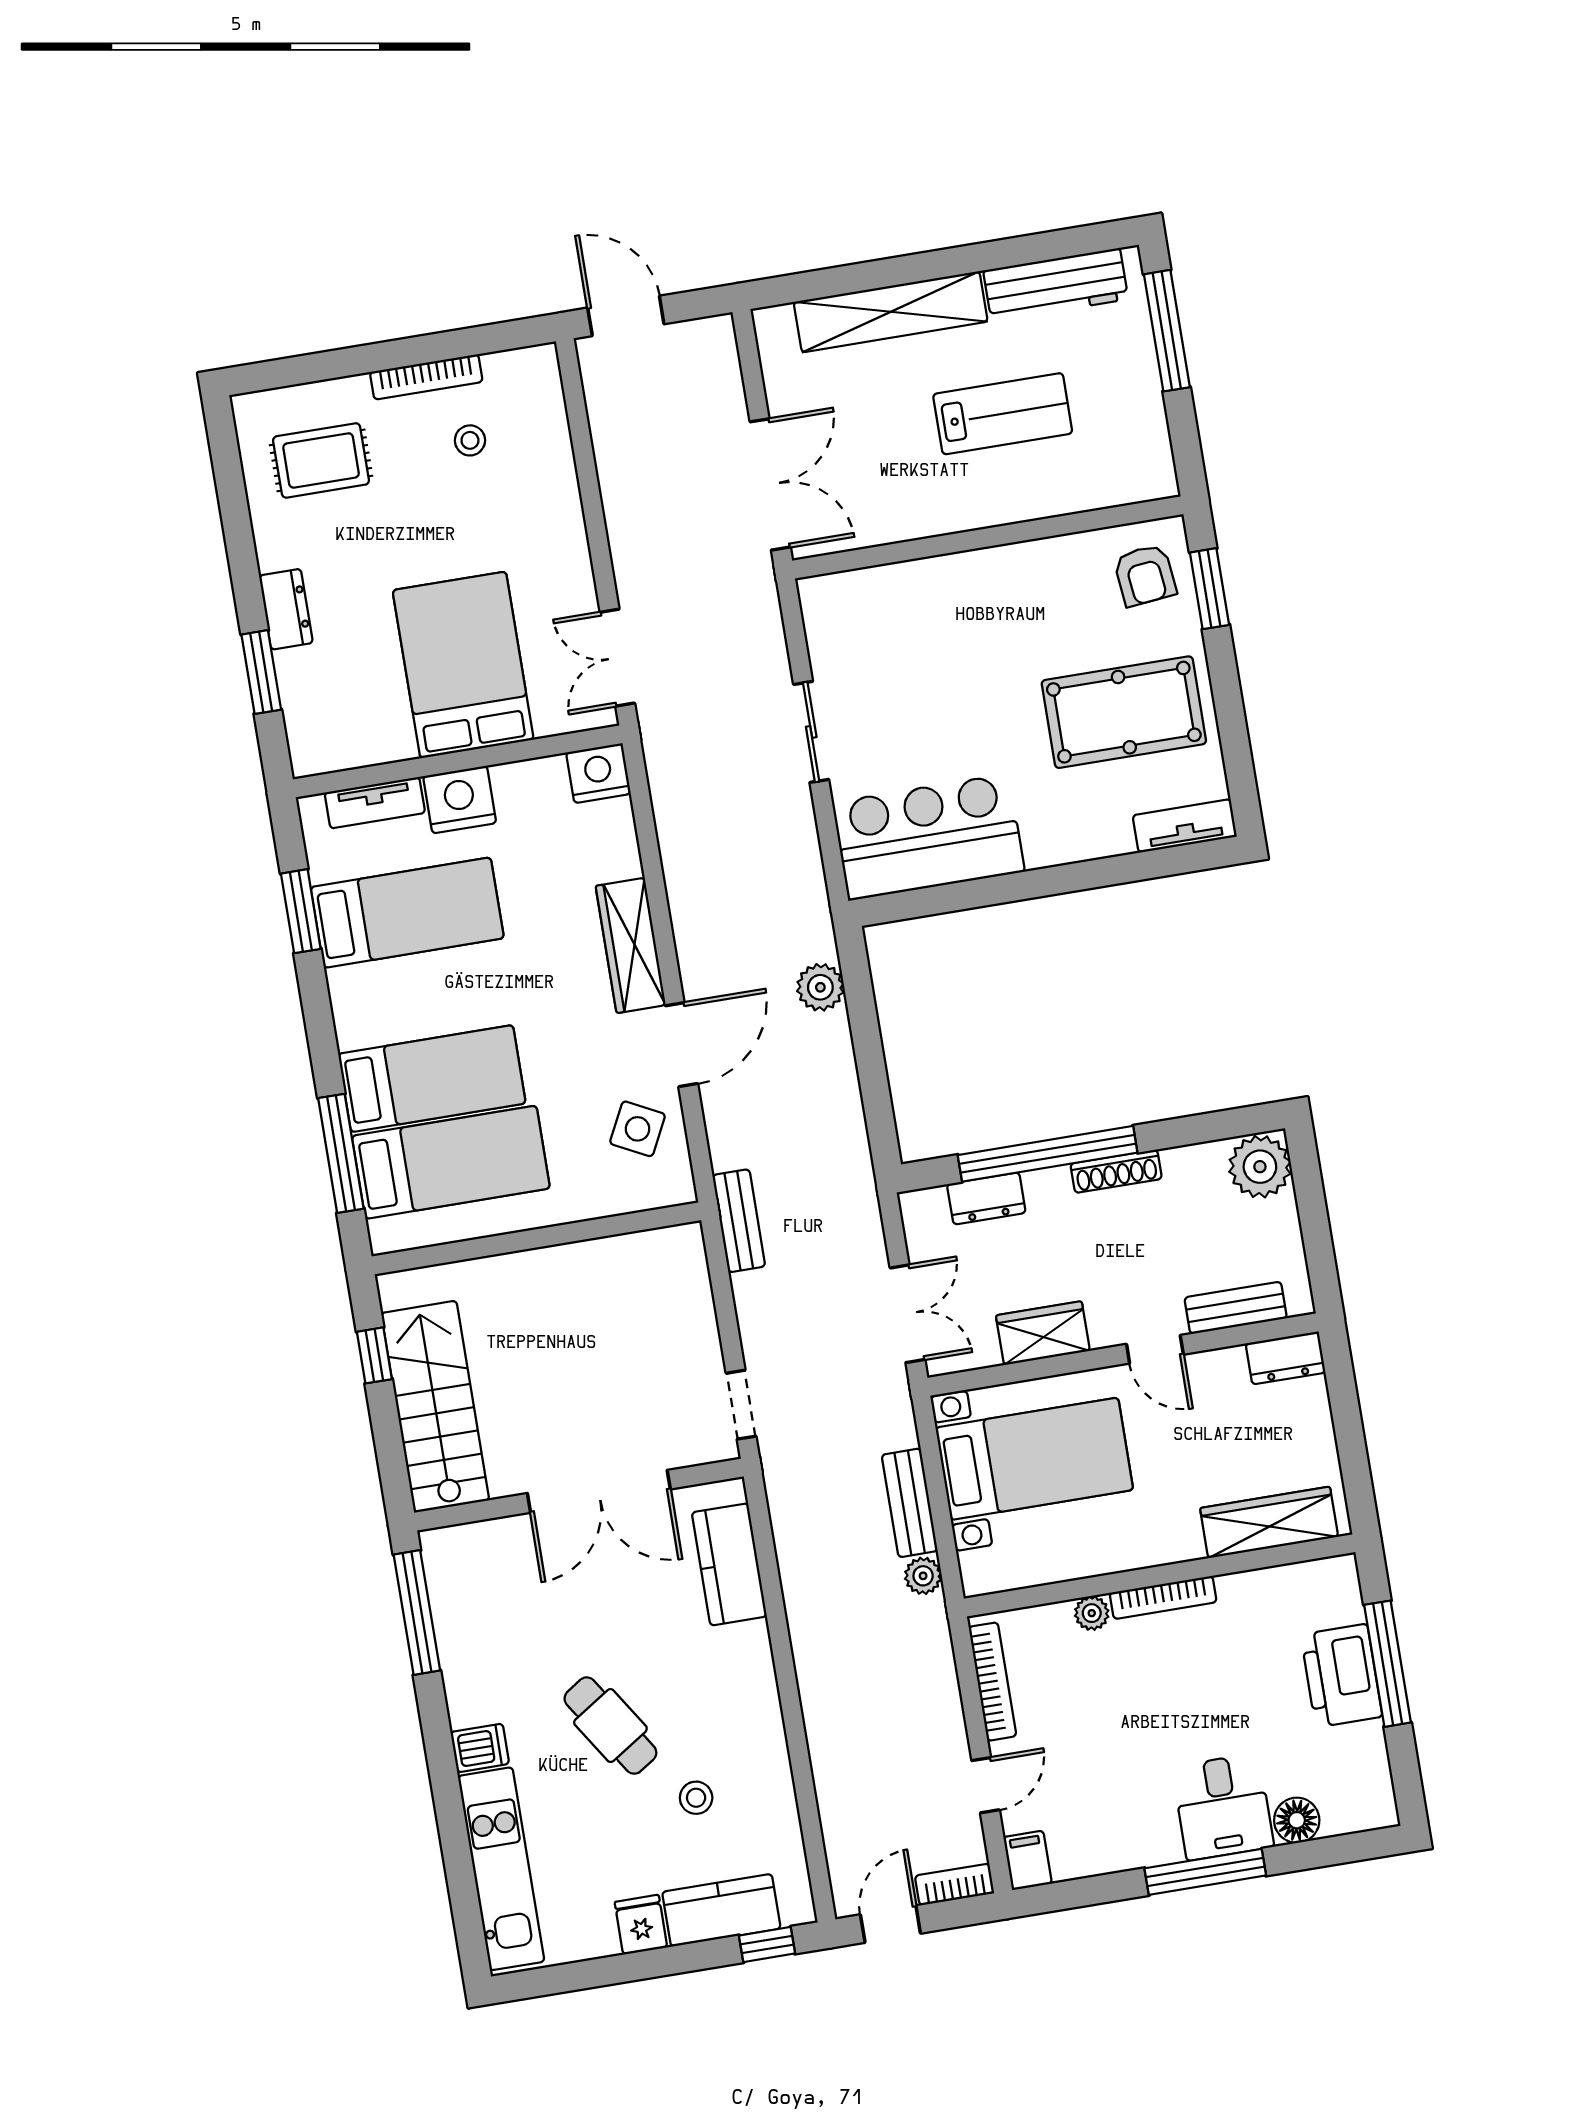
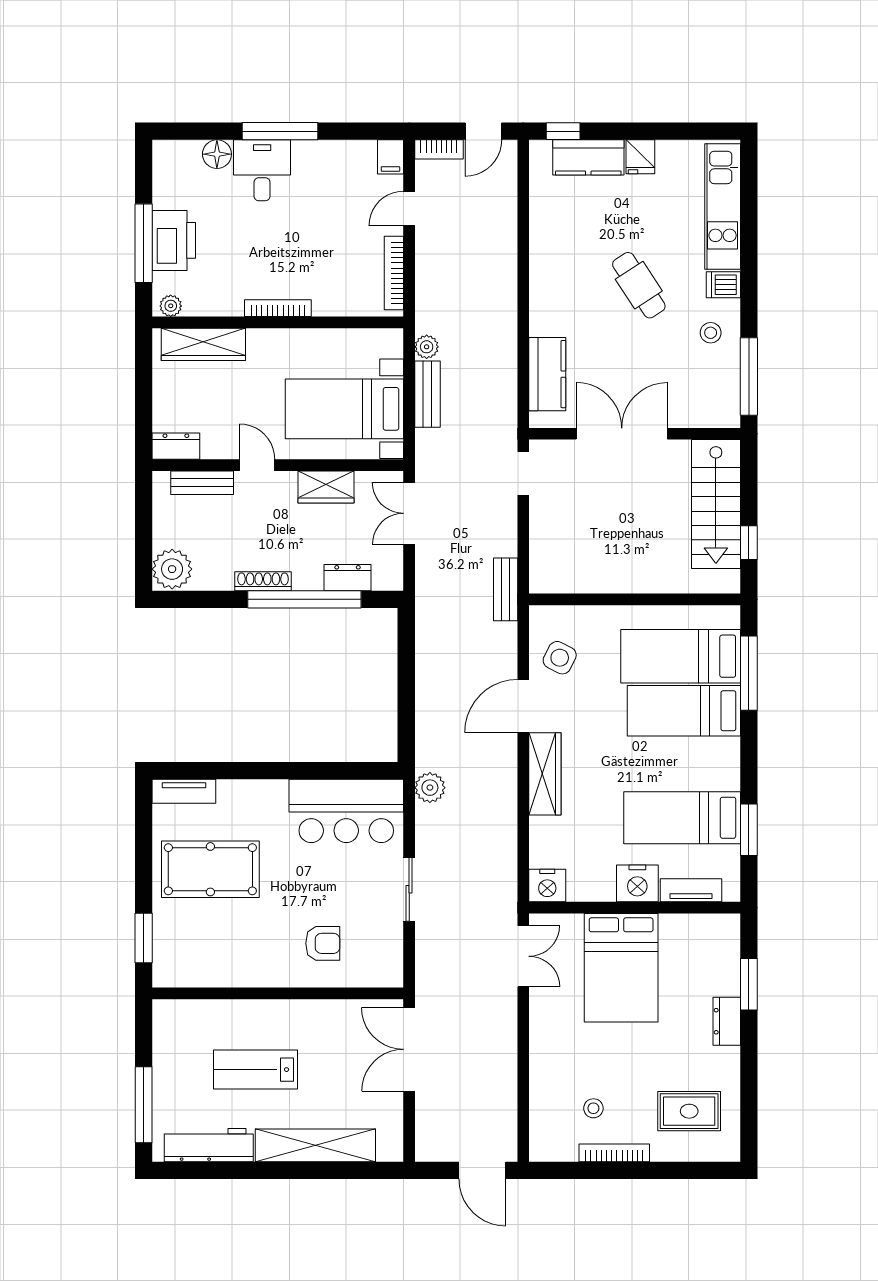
armchair: (1145, 575) -> (323, 943), moved, turned 96
plant: (820, 987) -> (430, 788), moved
plant: (1092, 1613) -> (171, 306), moved
stool: (696, 1798) -> (711, 333), moved

